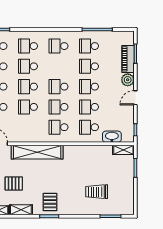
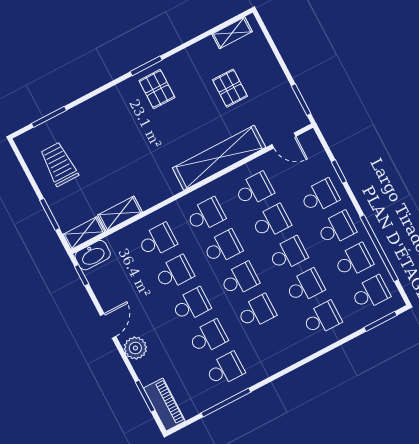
school desk: (58, 46) -> (257, 312), moved
piano: (128, 59) -> (164, 405), moved
school desk: (28, 127) -> (254, 190), added
washbasin: (112, 137) -> (93, 255), moved
pallet: (14, 184) -> (230, 88), turned 90
trolley: (97, 192) -> (59, 164), moved, turned -90
shelving: (21, 210) -> (120, 213), moved

